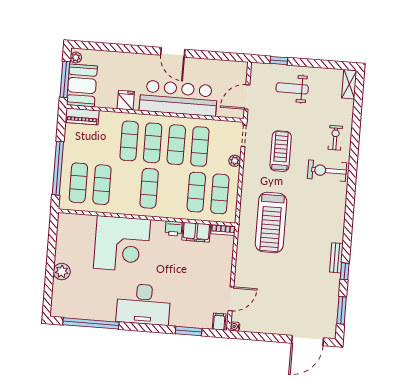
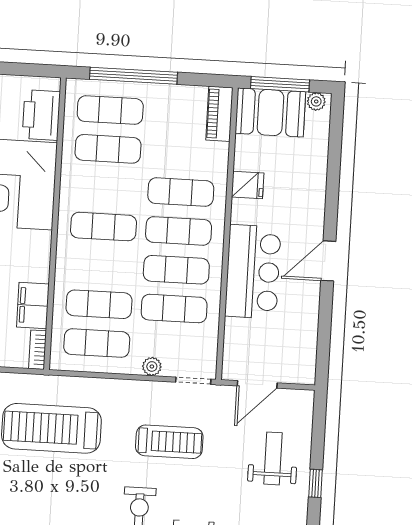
window: (279, 61) -> (315, 483), moved
door: (247, 97) -> (257, 384), swing flipped
bar counter: (178, 98) -> (253, 272), width x0.73
printer: (174, 229) -> (41, 115), moved, width x1.87, depth x1.48

